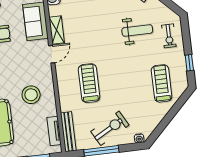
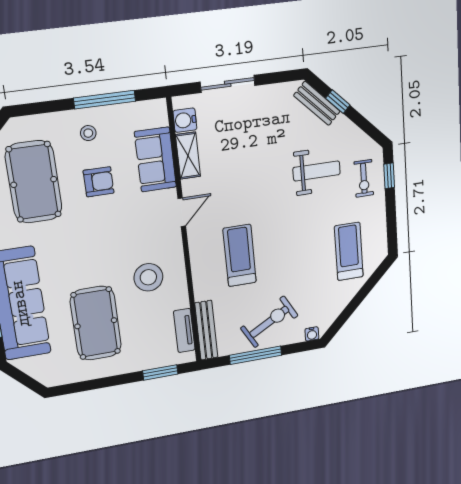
shelving: (57, 30) -> (188, 156), moved
window: (189, 63) -> (389, 176), moved

